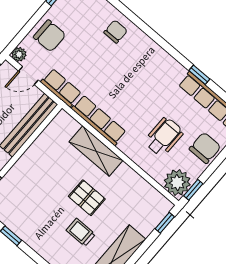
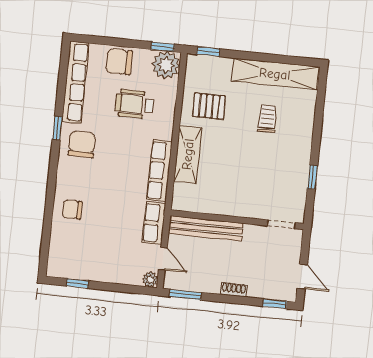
chair: (50, 36) -> (82, 144), moved
window: (199, 75) -> (57, 128), moved
pallet: (87, 198) -> (209, 106), moved, turned 90
trolley: (81, 232) -> (267, 119), turned 180

